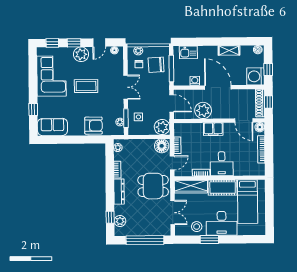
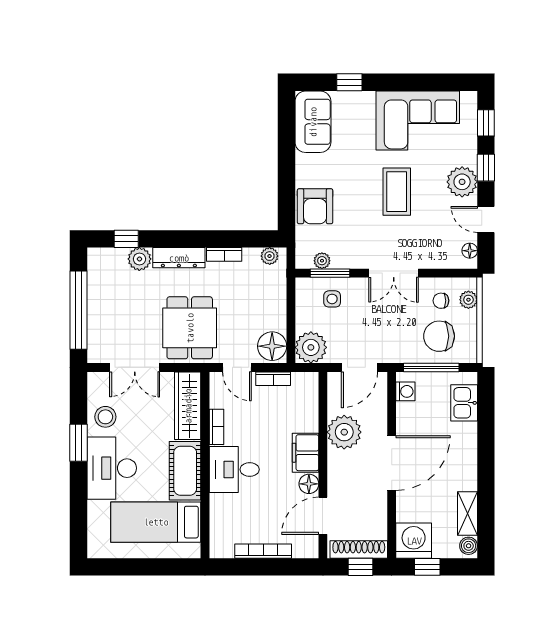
shelving: (229, 50) -> (467, 513), moved
chair: (156, 65) -> (439, 336), turned -87
washing machine: (195, 81) -> (405, 391), moved
floor lamp: (260, 127) -> (309, 484), moved
plant: (120, 221) -> (139, 259), moved

